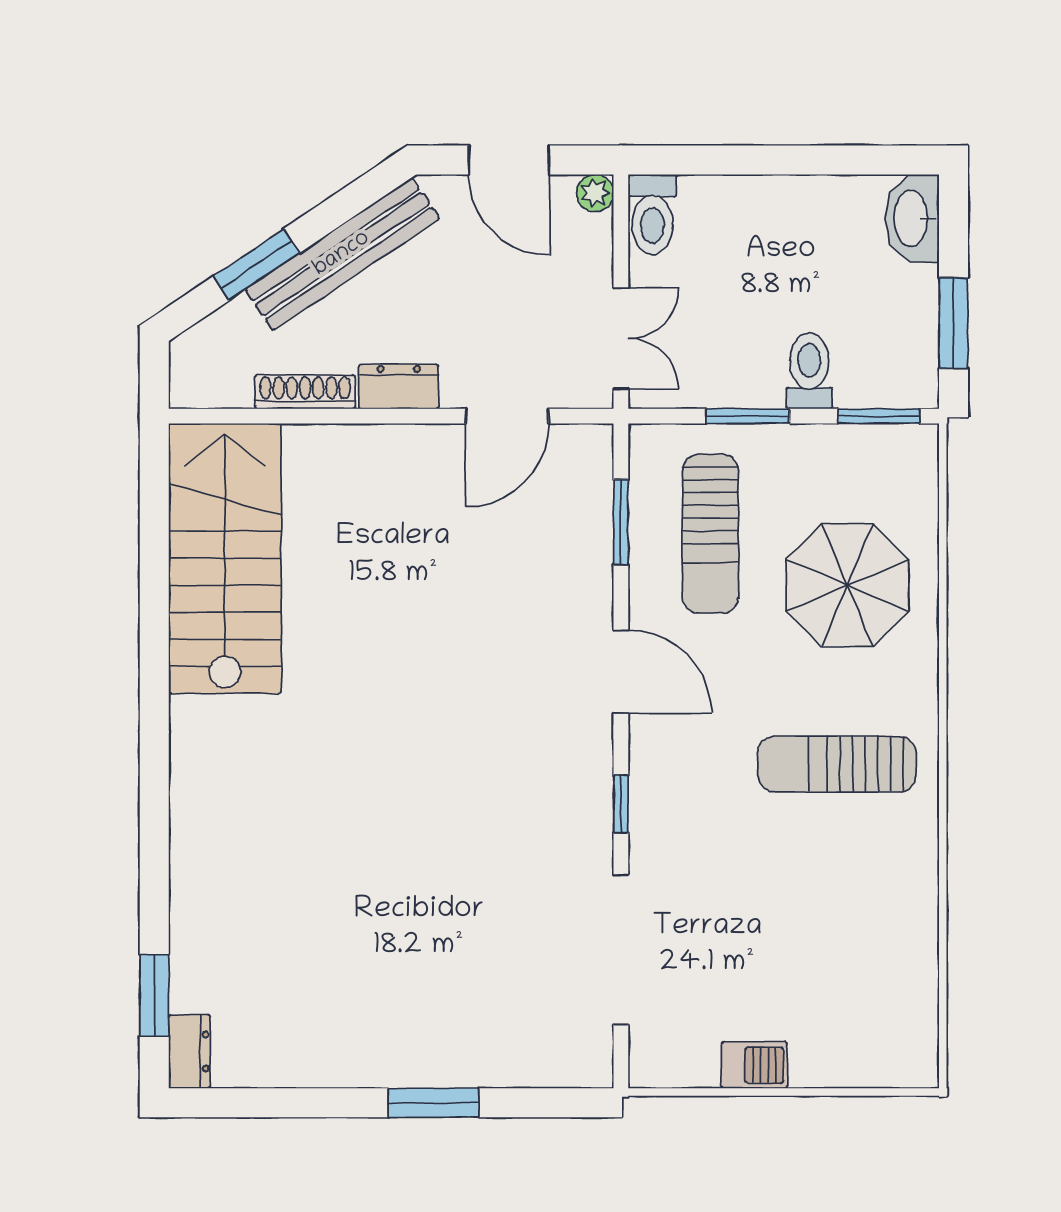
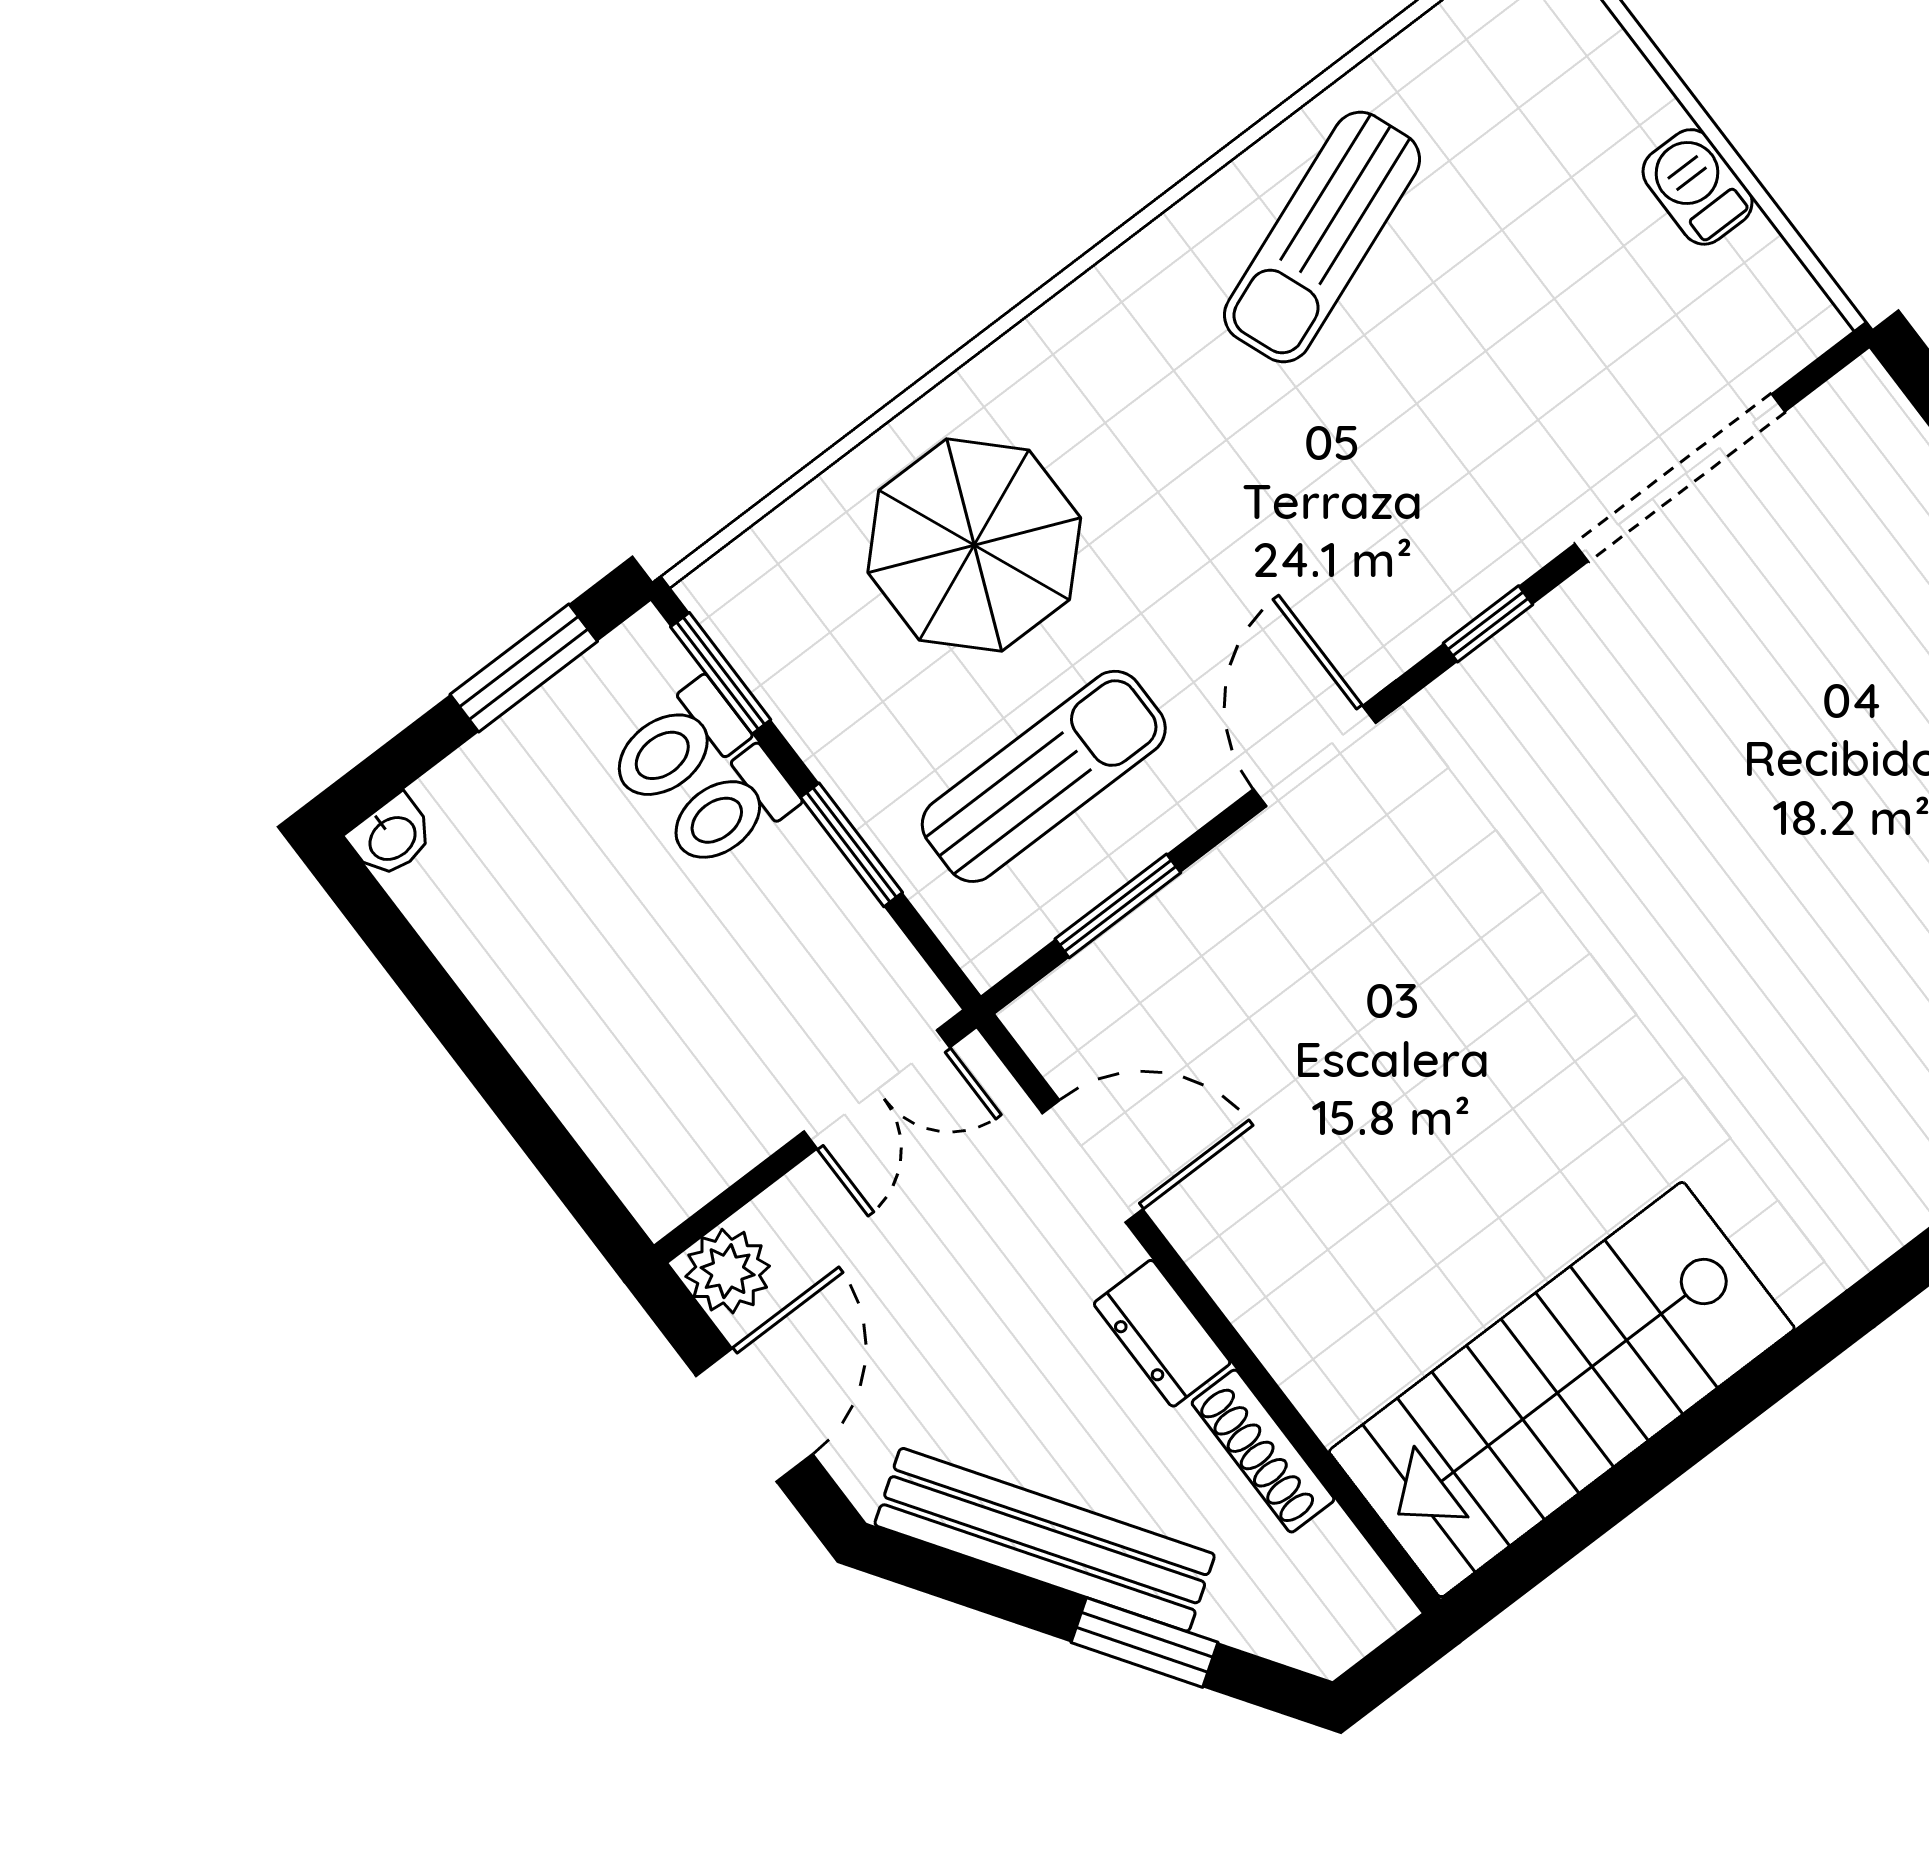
plant: (595, 193) -> (728, 1271), width x1.38, depth x1.38
toilet: (652, 214) -> (677, 744), moved, turned 180
washbasin: (912, 218) -> (391, 837), width x0.52, depth x0.69
double door: (621, 339) -> (877, 1089), swing flipped
sun lounger: (837, 764) -> (1322, 237), moved, turned 69

